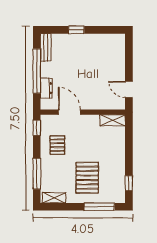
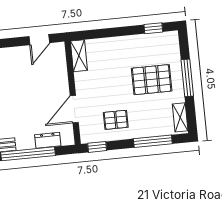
window: (99, 207) -> (187, 78), moved

